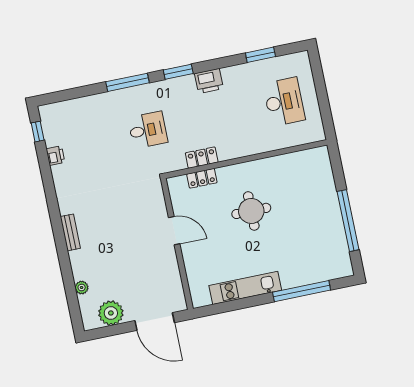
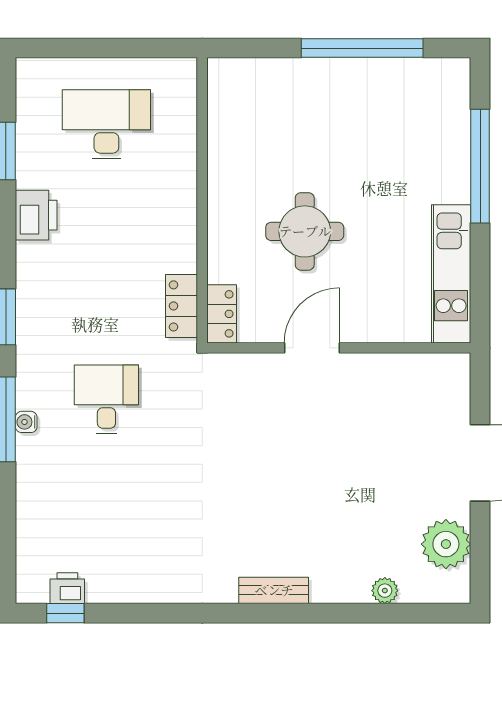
printer: (209, 81) -> (36, 215), moved
water cooler: (128, 93) -> (26, 422), added
printer: (55, 156) -> (67, 588), moved
door: (174, 231) -> (312, 348), moved
wall: (177, 244) -> (339, 348), moved

